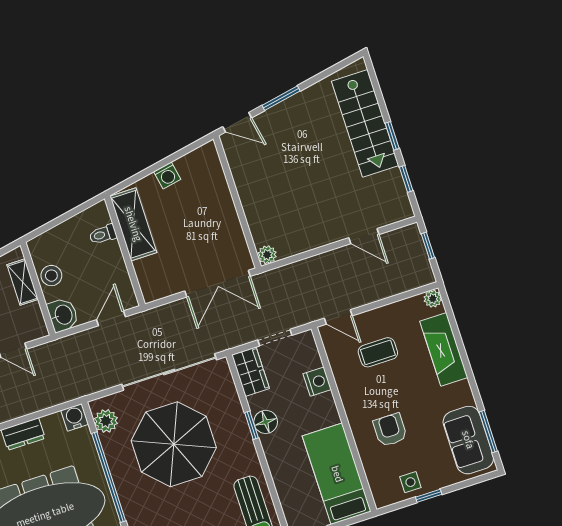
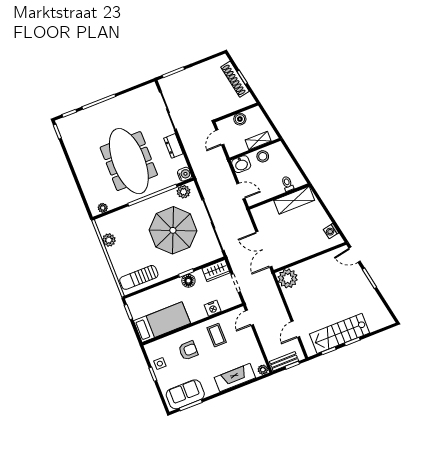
door: (237, 122) -> (355, 255), hinge flipped
stairs: (365, 123) -> (340, 333), moved
washing machine: (167, 175) -> (331, 231), moved
plant: (267, 255) -> (288, 278), width x1.87, depth x1.87
bench: (420, 260) -> (284, 361), added
coffee table: (378, 352) -> (217, 335), moved

